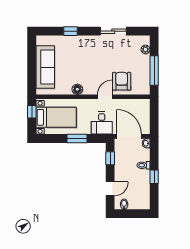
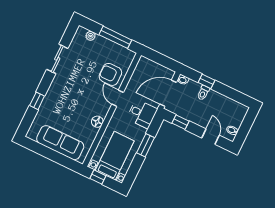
window: (154, 177) -> (206, 81), moved

